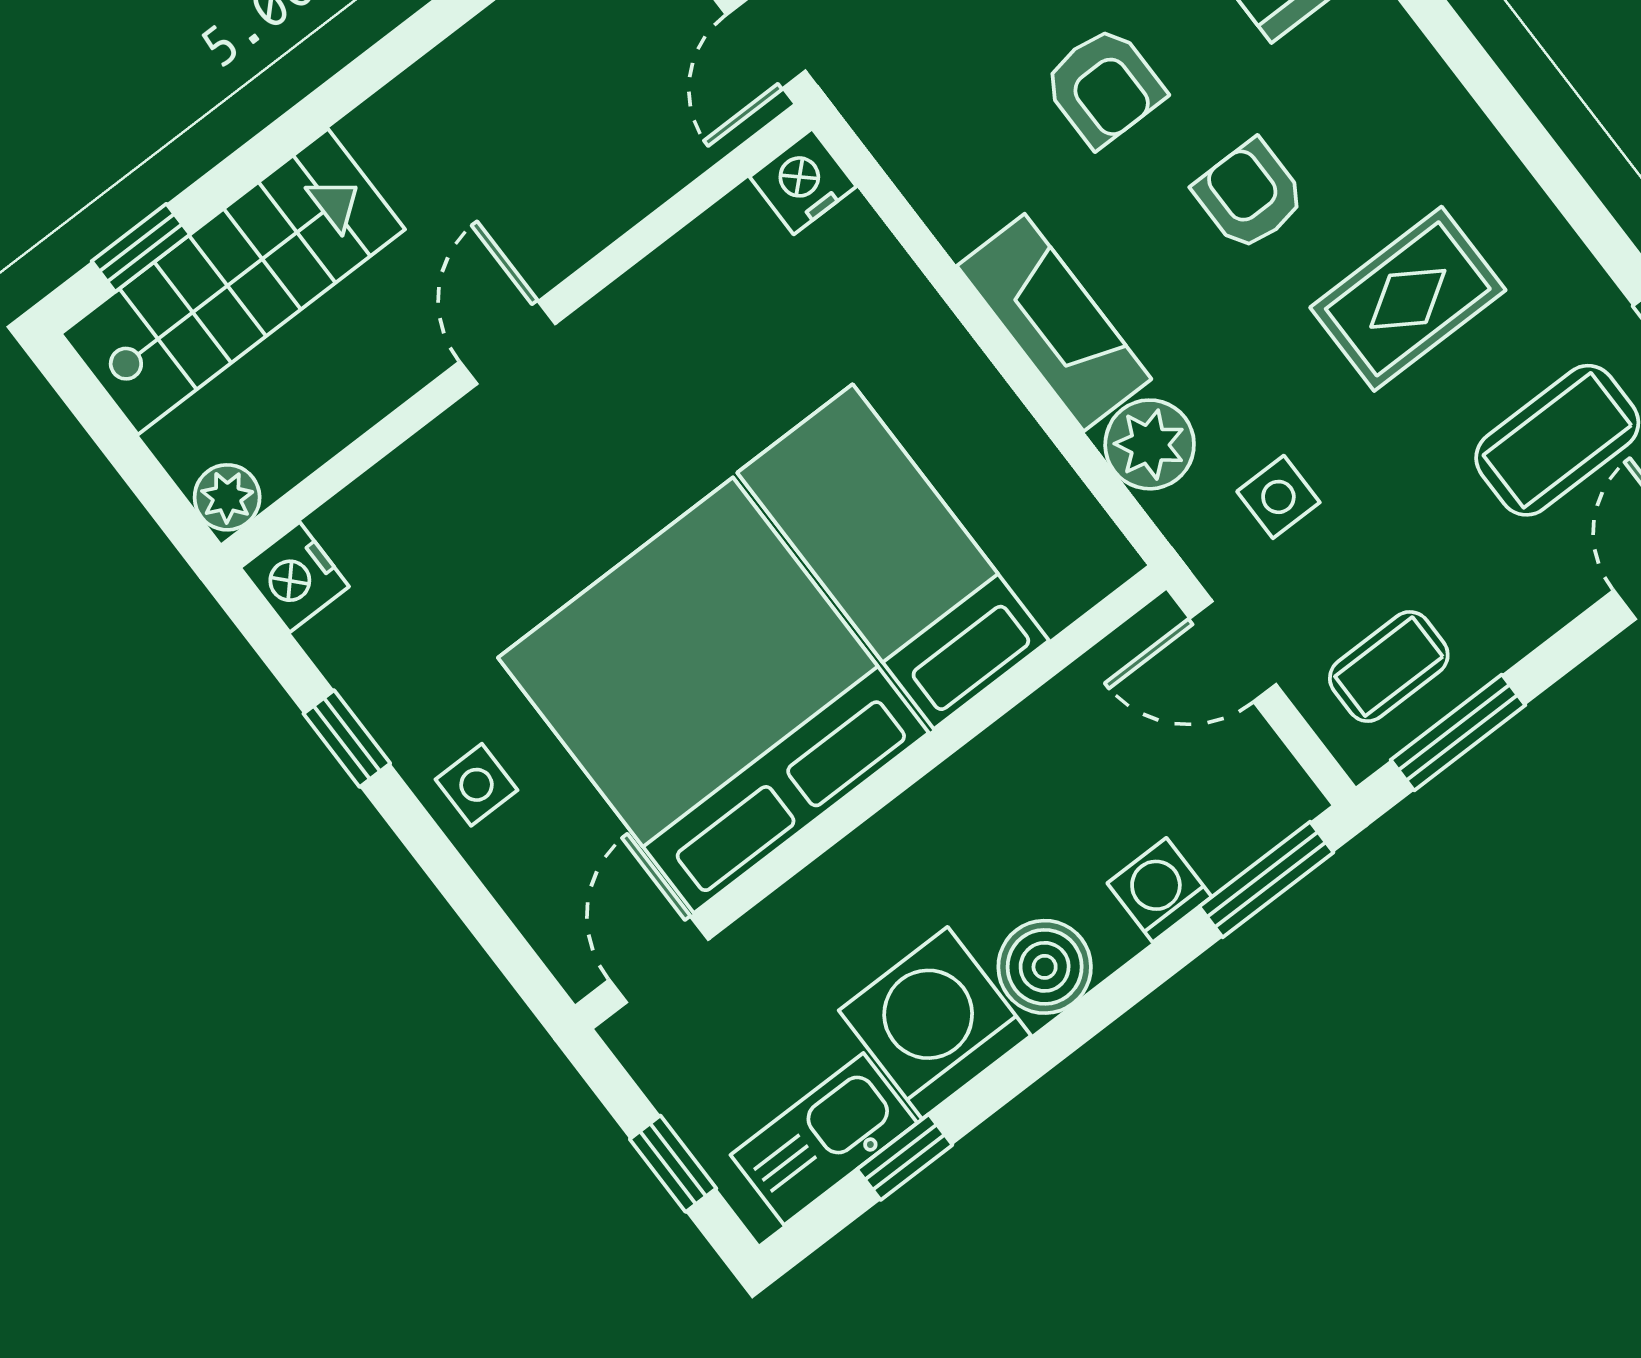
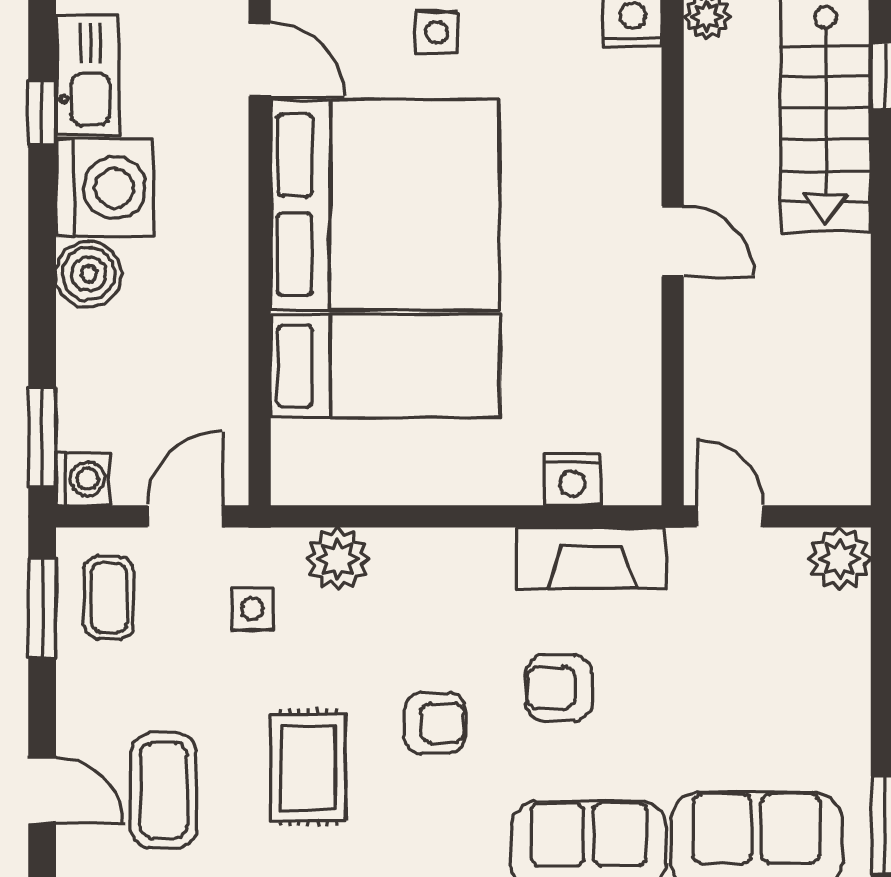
nightstand: (803, 182) -> (572, 480), moved, turned 90
fireplace: (1054, 322) -> (591, 558), moved
washing machine: (1160, 890) -> (82, 479), moved

